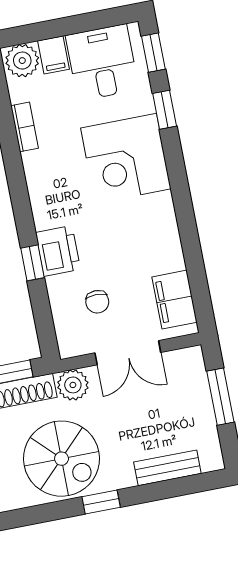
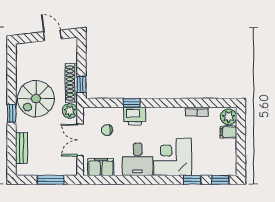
desk: (102, 62) -> (138, 159), moved, turned 90

